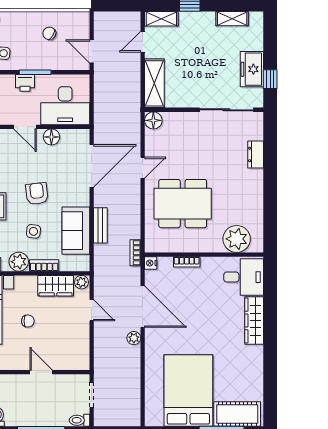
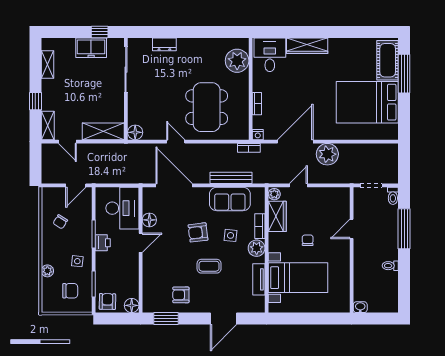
bench: (100, 225) -> (231, 178), width x1.36
plant: (134, 338) -> (327, 154), width x1.88, depth x1.88

